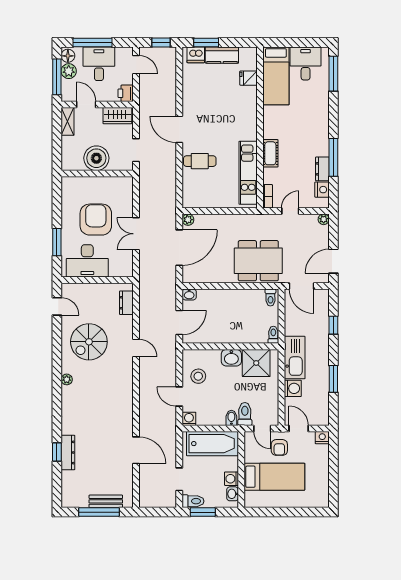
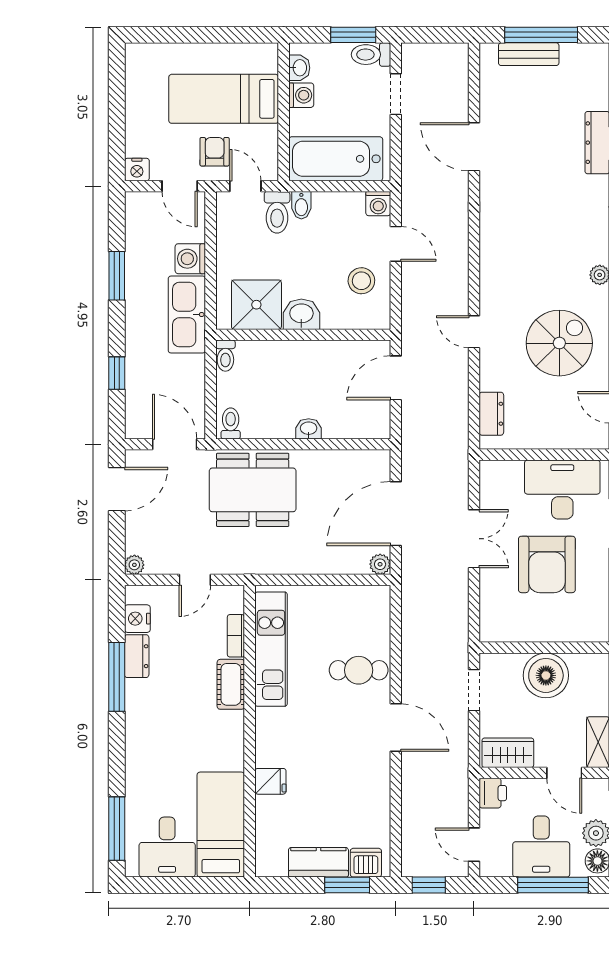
fridge: (248, 78) -> (270, 781), moved
bookcase: (268, 196) -> (236, 636), moved
washbasin: (189, 294) -> (309, 429), moved

